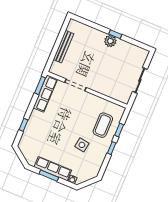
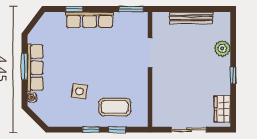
plant: (110, 41) -> (222, 48), moved
wardrobe: (135, 51) -> (222, 109), added
row of seats: (45, 94) -> (90, 20), moved

